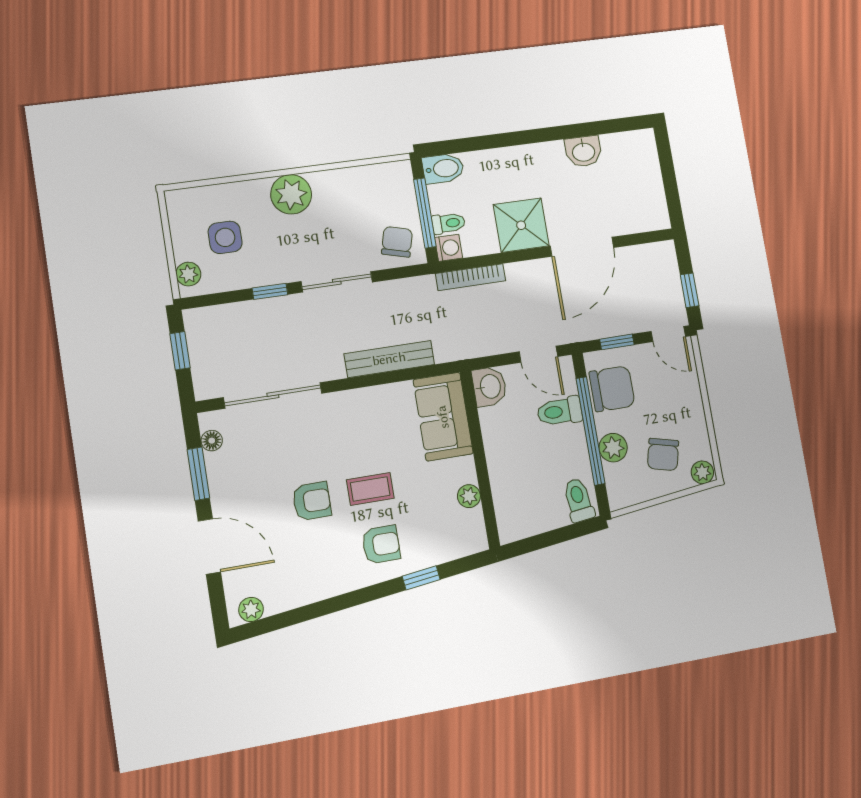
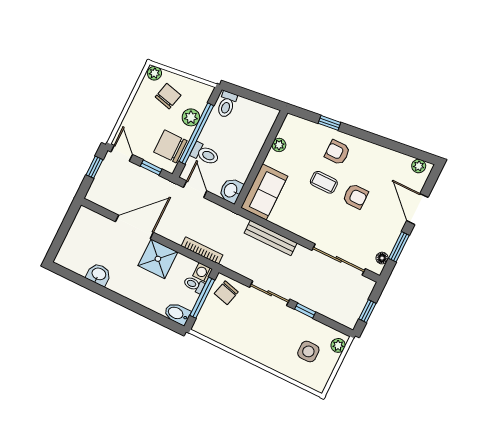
plant: (291, 194) -> (262, 351), removed
armchair: (312, 501) -> (355, 196), turned 180

